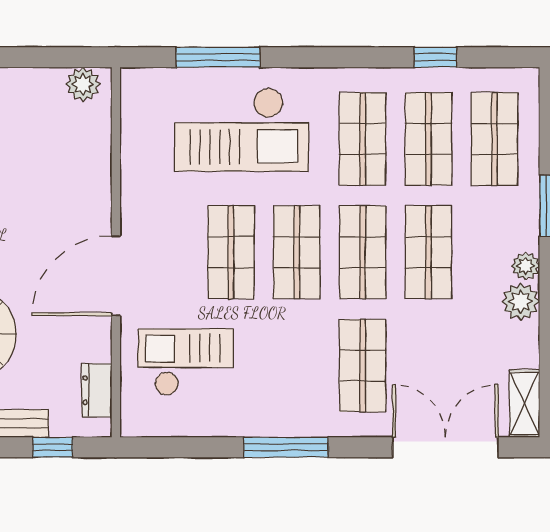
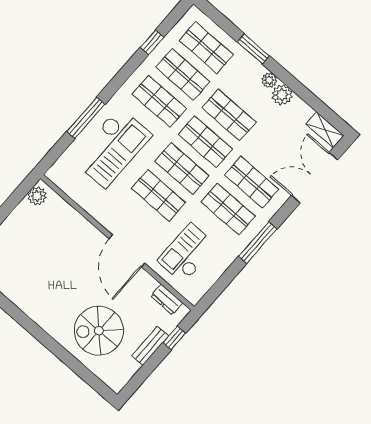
window: (218, 57) -> (86, 118), moved
shop shelf: (297, 366) -> (228, 209), added

